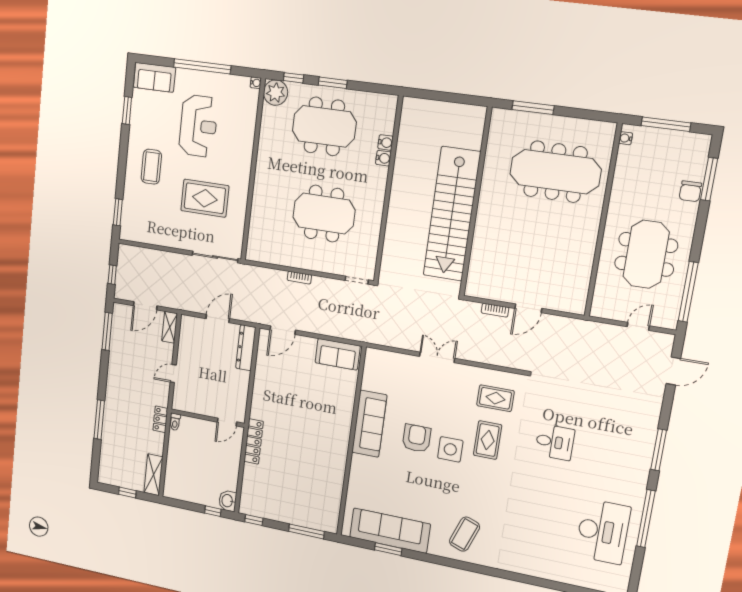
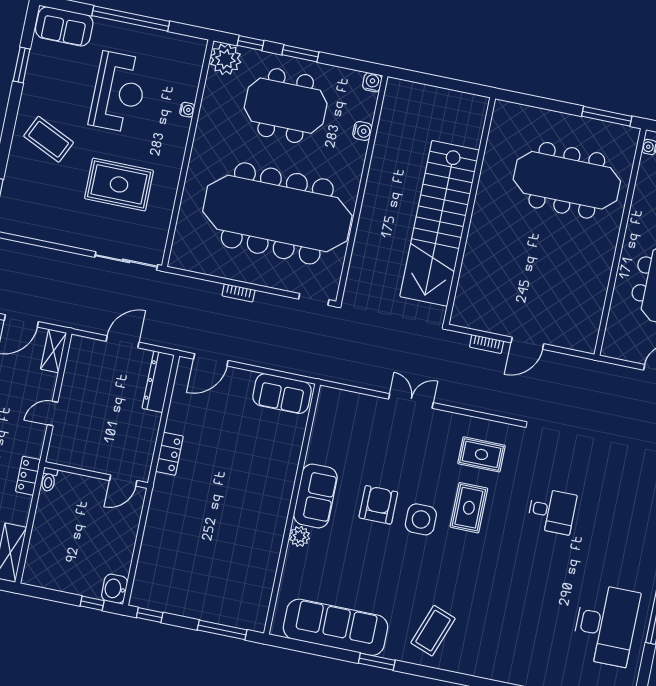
water cooler: (256, 83) -> (187, 110), moved
window: (533, 108) -> (607, 116), moved
water cooler: (383, 158) -> (372, 82), moved, turned -90
coffee table: (151, 167) -> (49, 139), turned -65
meeting table: (324, 214) -> (277, 213), width x1.86, depth x1.27
sofa: (369, 424) -> (315, 496), width x0.73
locker: (254, 441) -> (169, 454), moved, width x0.66
plant: (358, 463) -> (299, 536), added
window: (388, 549) -> (377, 662), moved

